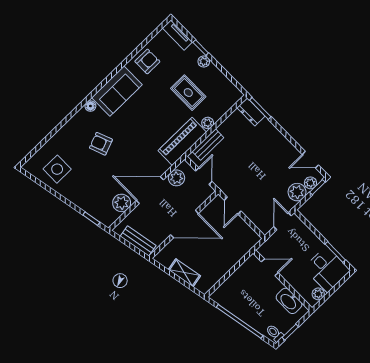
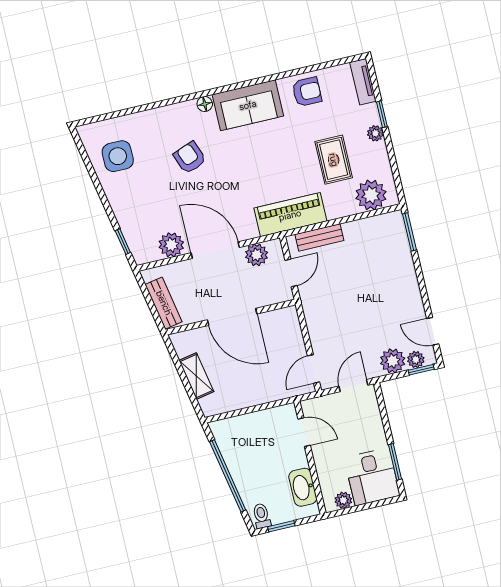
dresser: (251, 112) -> (396, 229), removed
plant: (208, 123) -> (371, 195), moved, width x1.88, depth x1.88
door: (233, 206) -> (314, 369), moved

